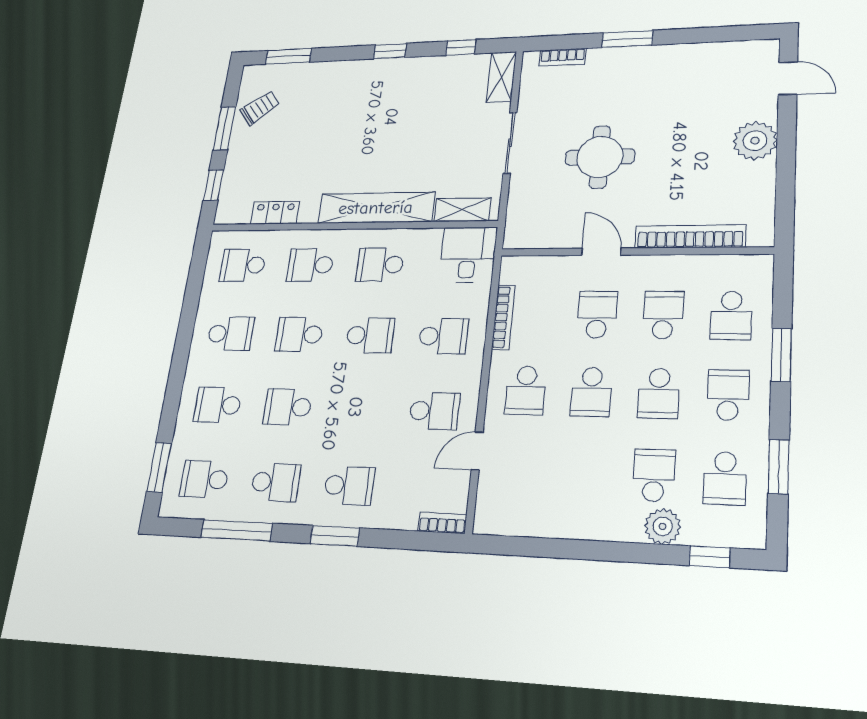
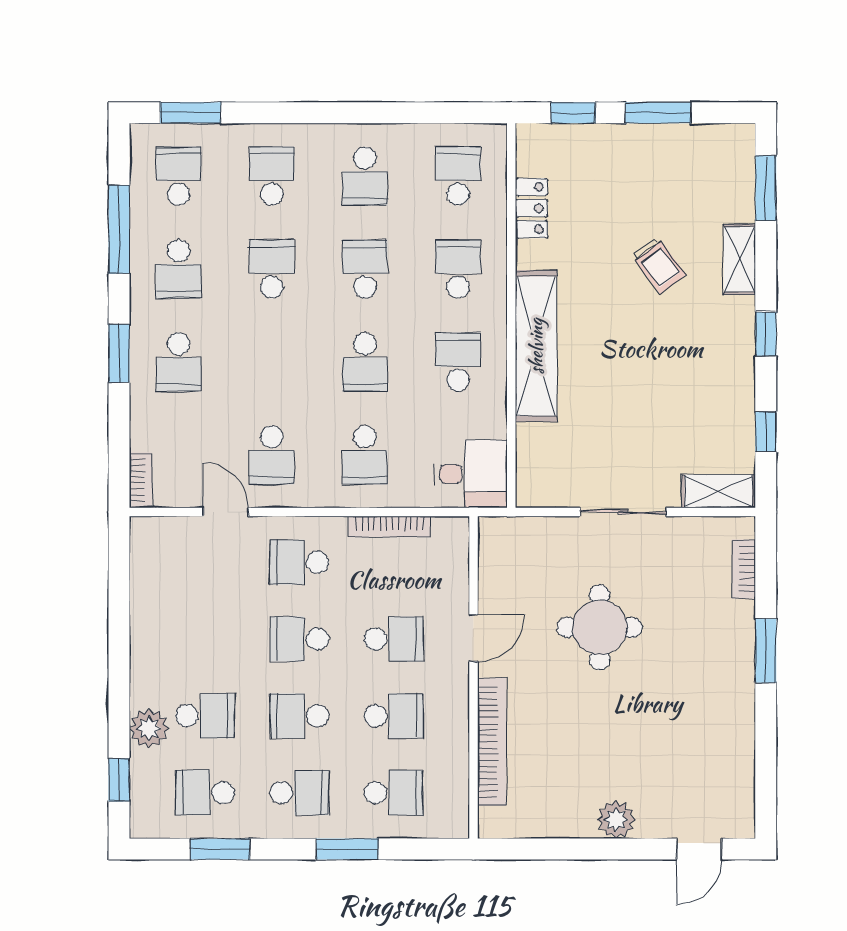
trolley: (260, 108) -> (659, 265), moved
plant: (755, 141) -> (616, 820), width x0.73, depth x0.73
shelving: (462, 210) -> (739, 259), moved
school desk: (731, 315) -> (394, 793), turned 180

